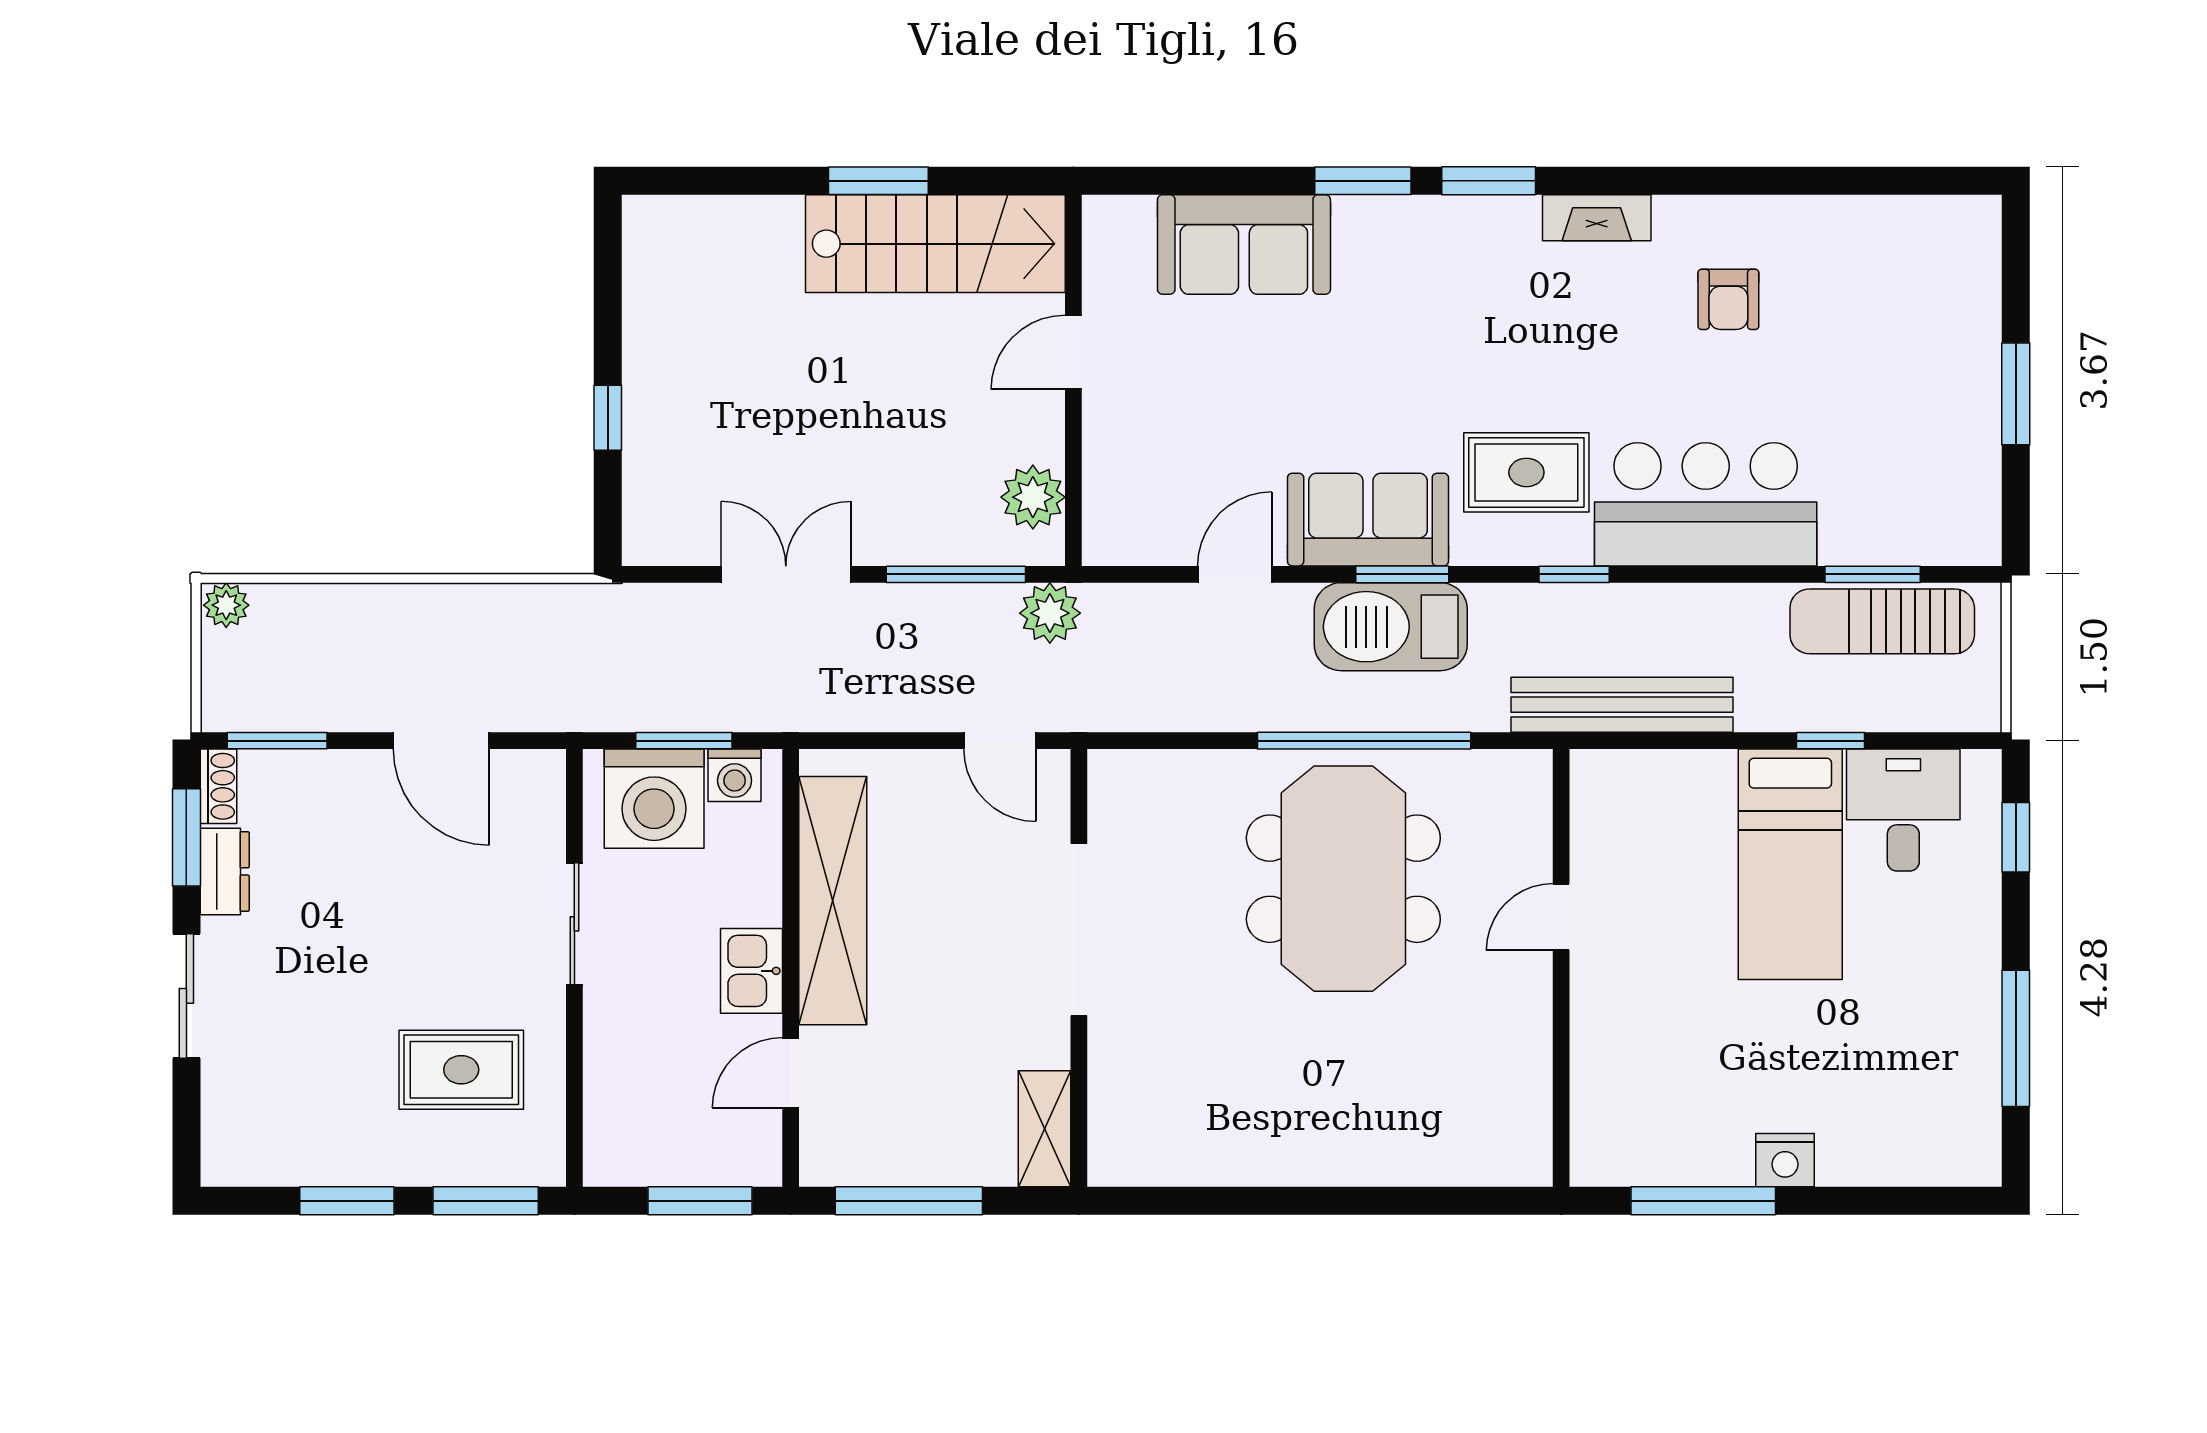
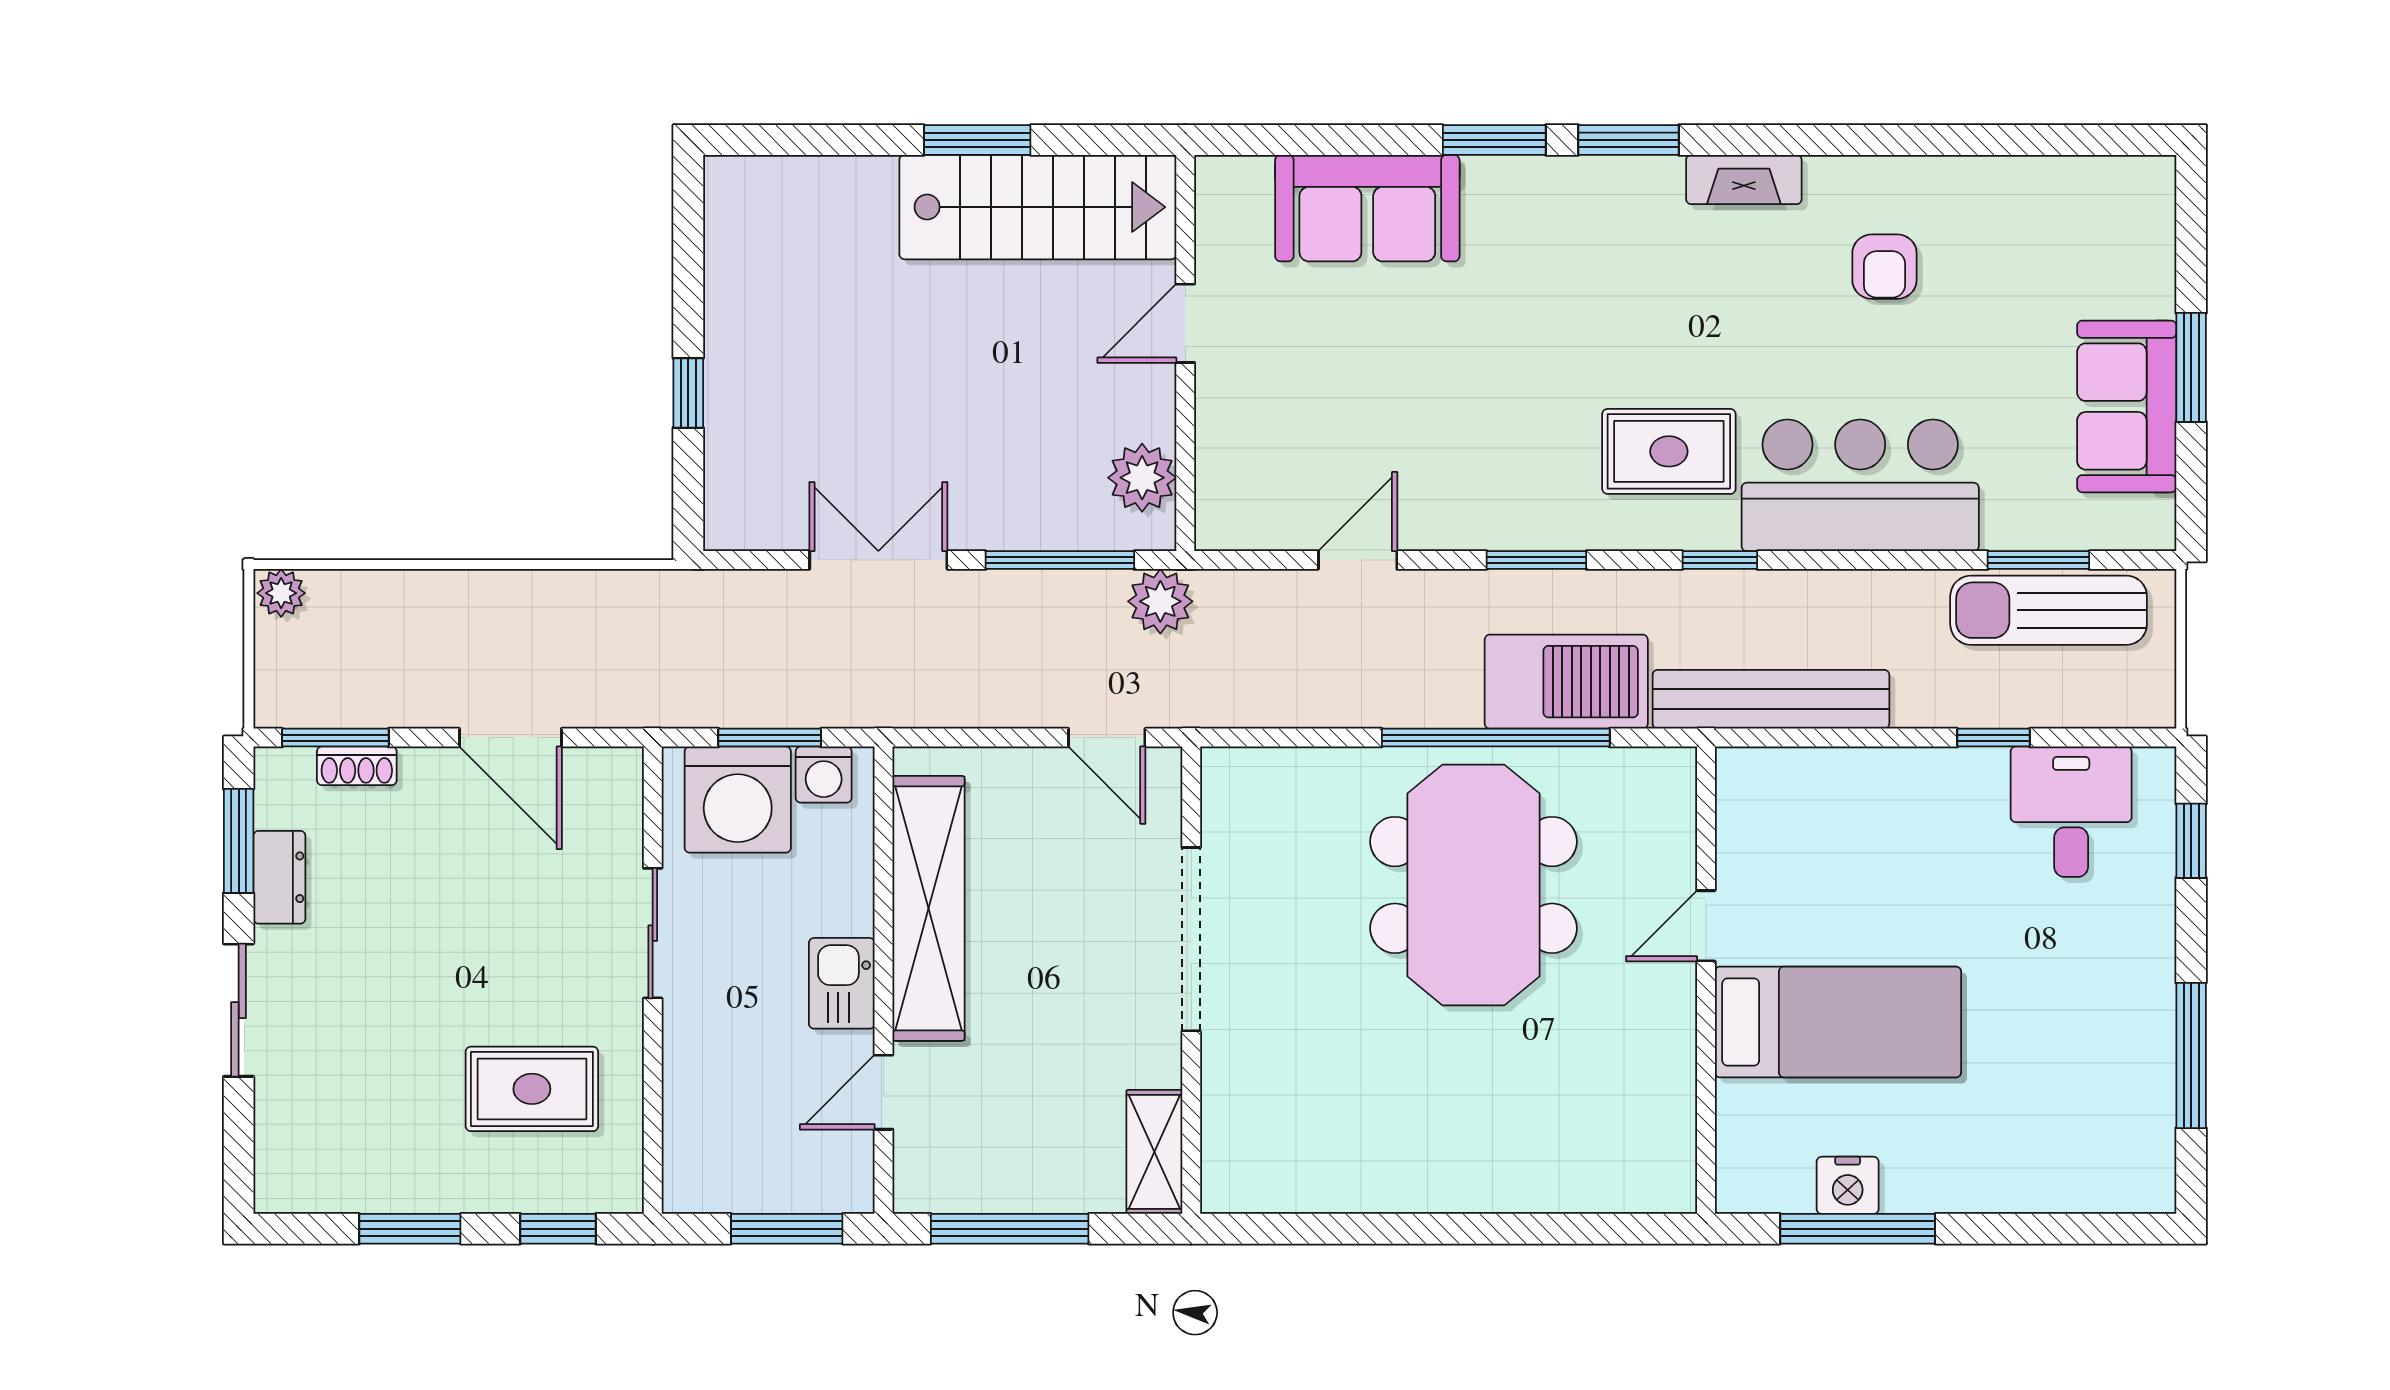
sofa: (1368, 520) -> (2127, 406), moved, turned -90
barbecue: (1391, 627) -> (1566, 682), moved, turned 180
shoe rack: (218, 786) -> (357, 766), moved, turned 90
bed: (1790, 864) -> (1838, 1022), moved, turned -90
nightstand: (1785, 1160) -> (1848, 1185), moved
window: (486, 1201) -> (558, 1229), width x0.67

